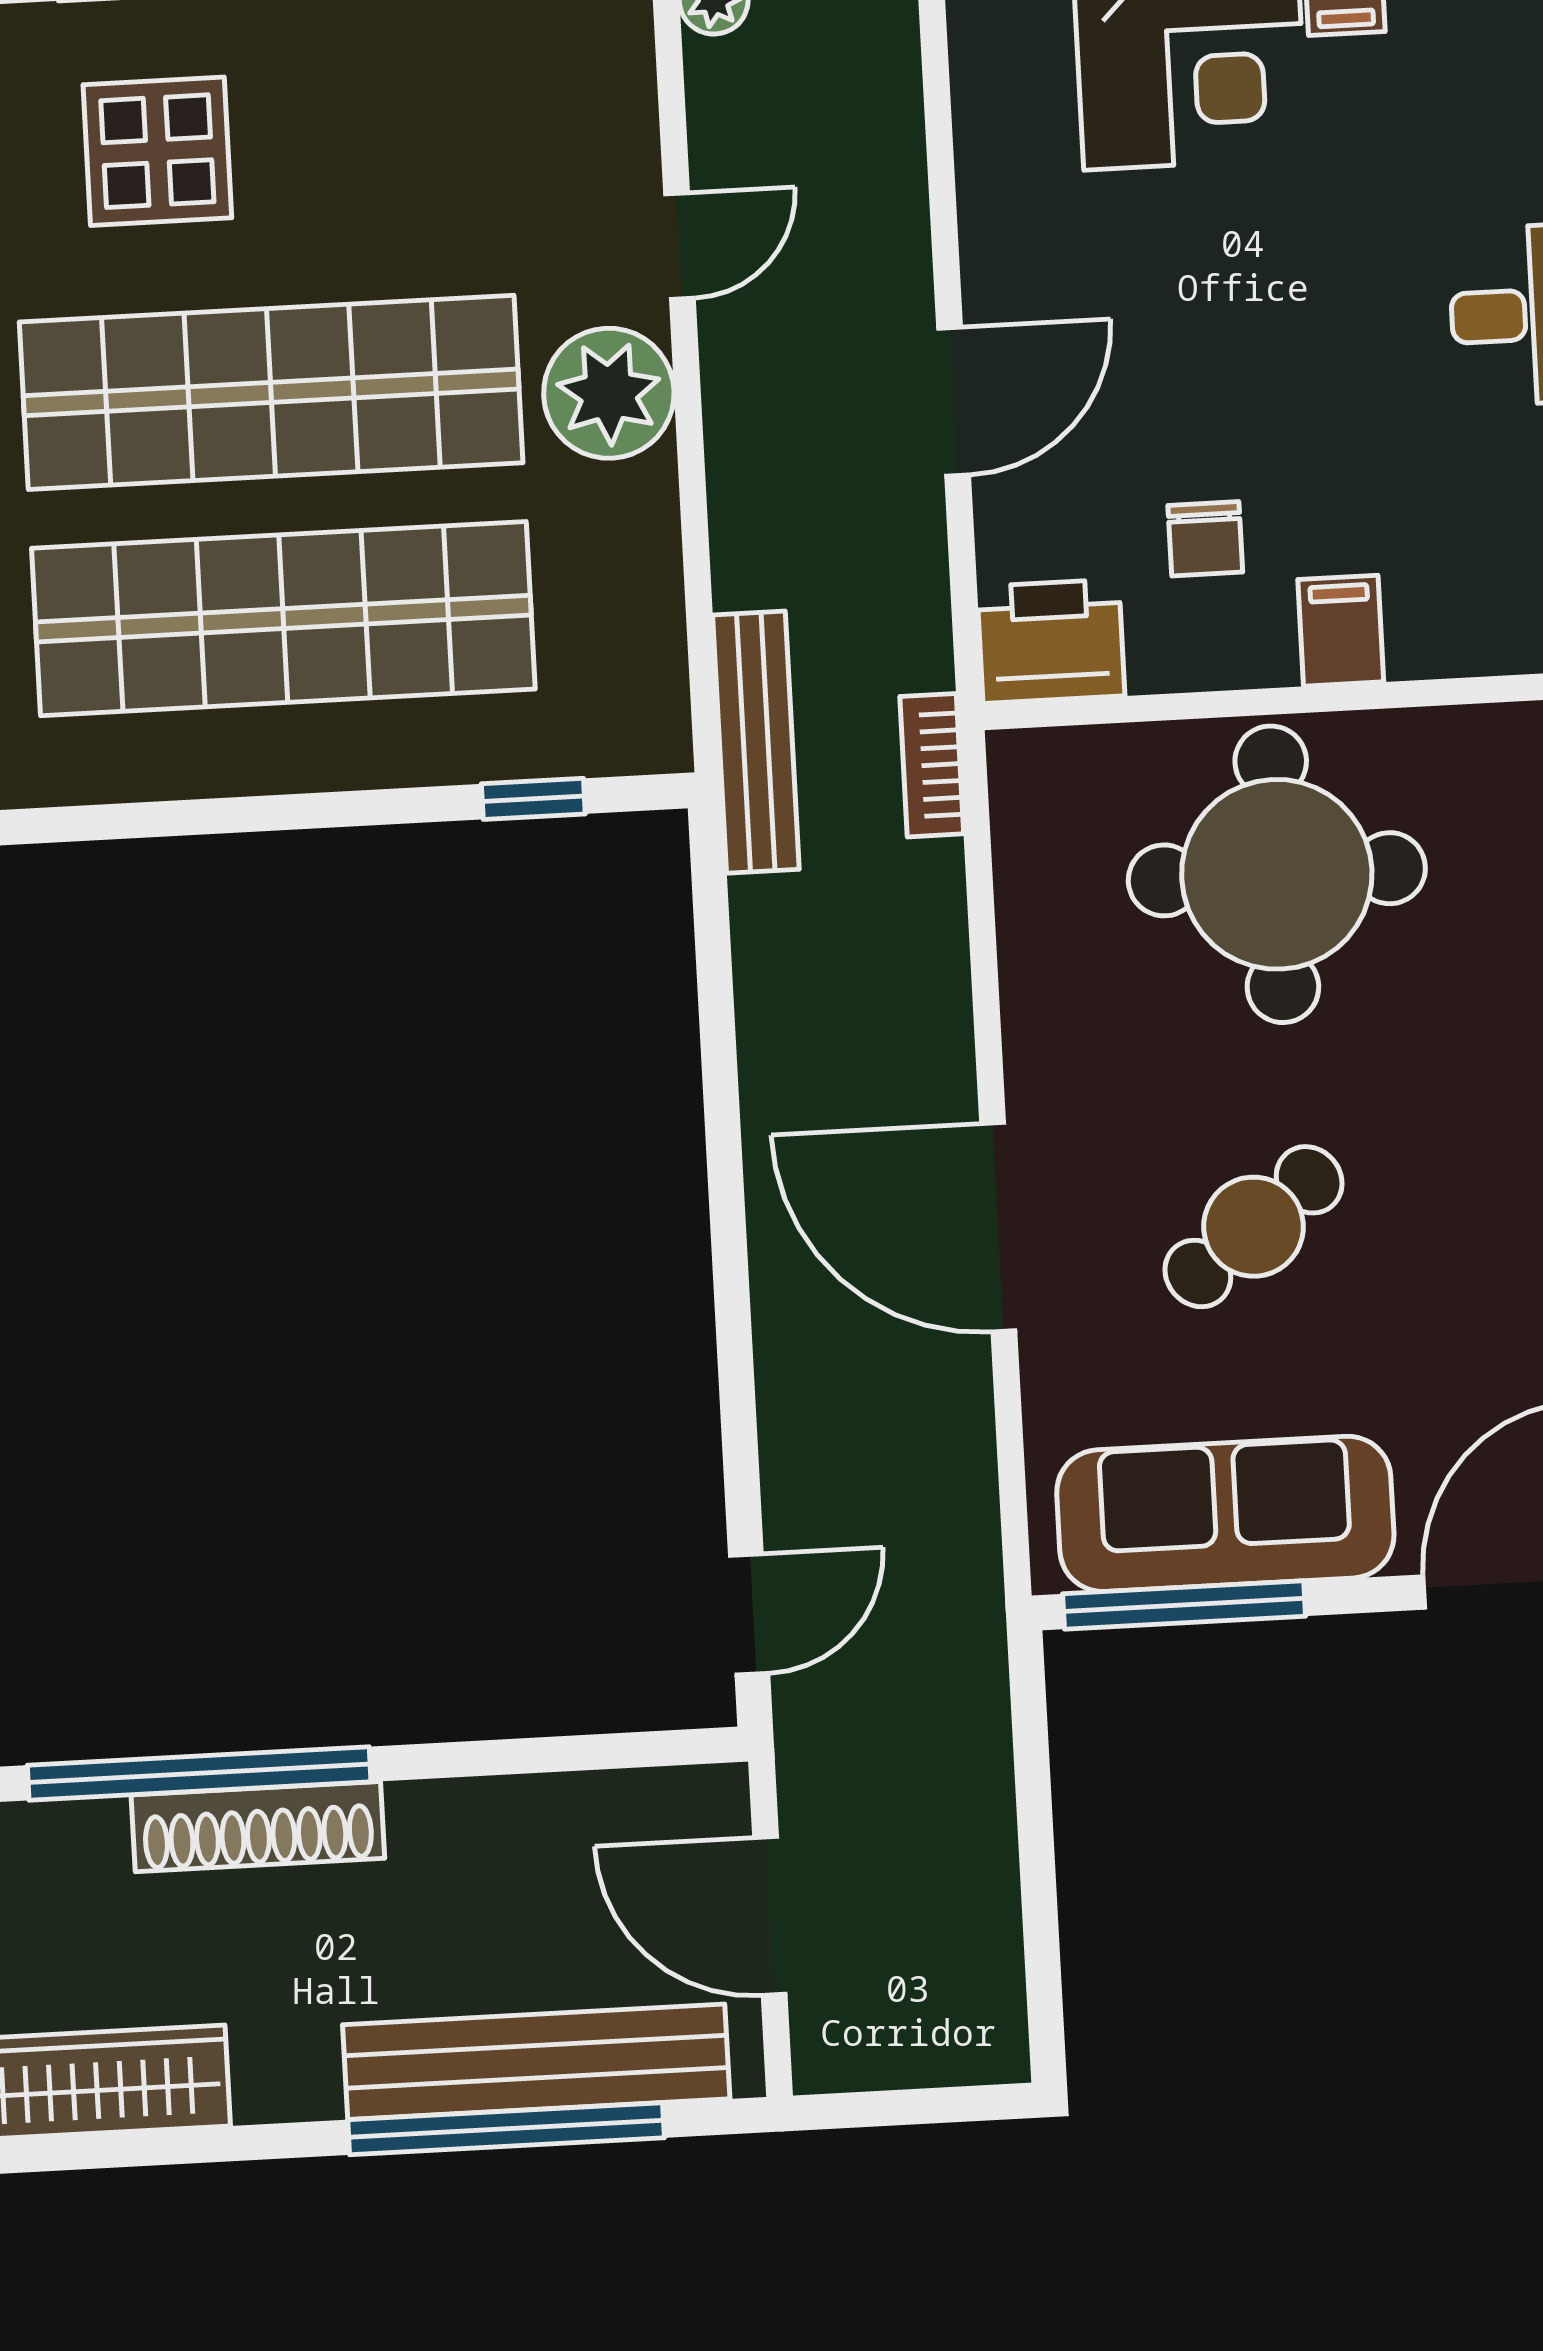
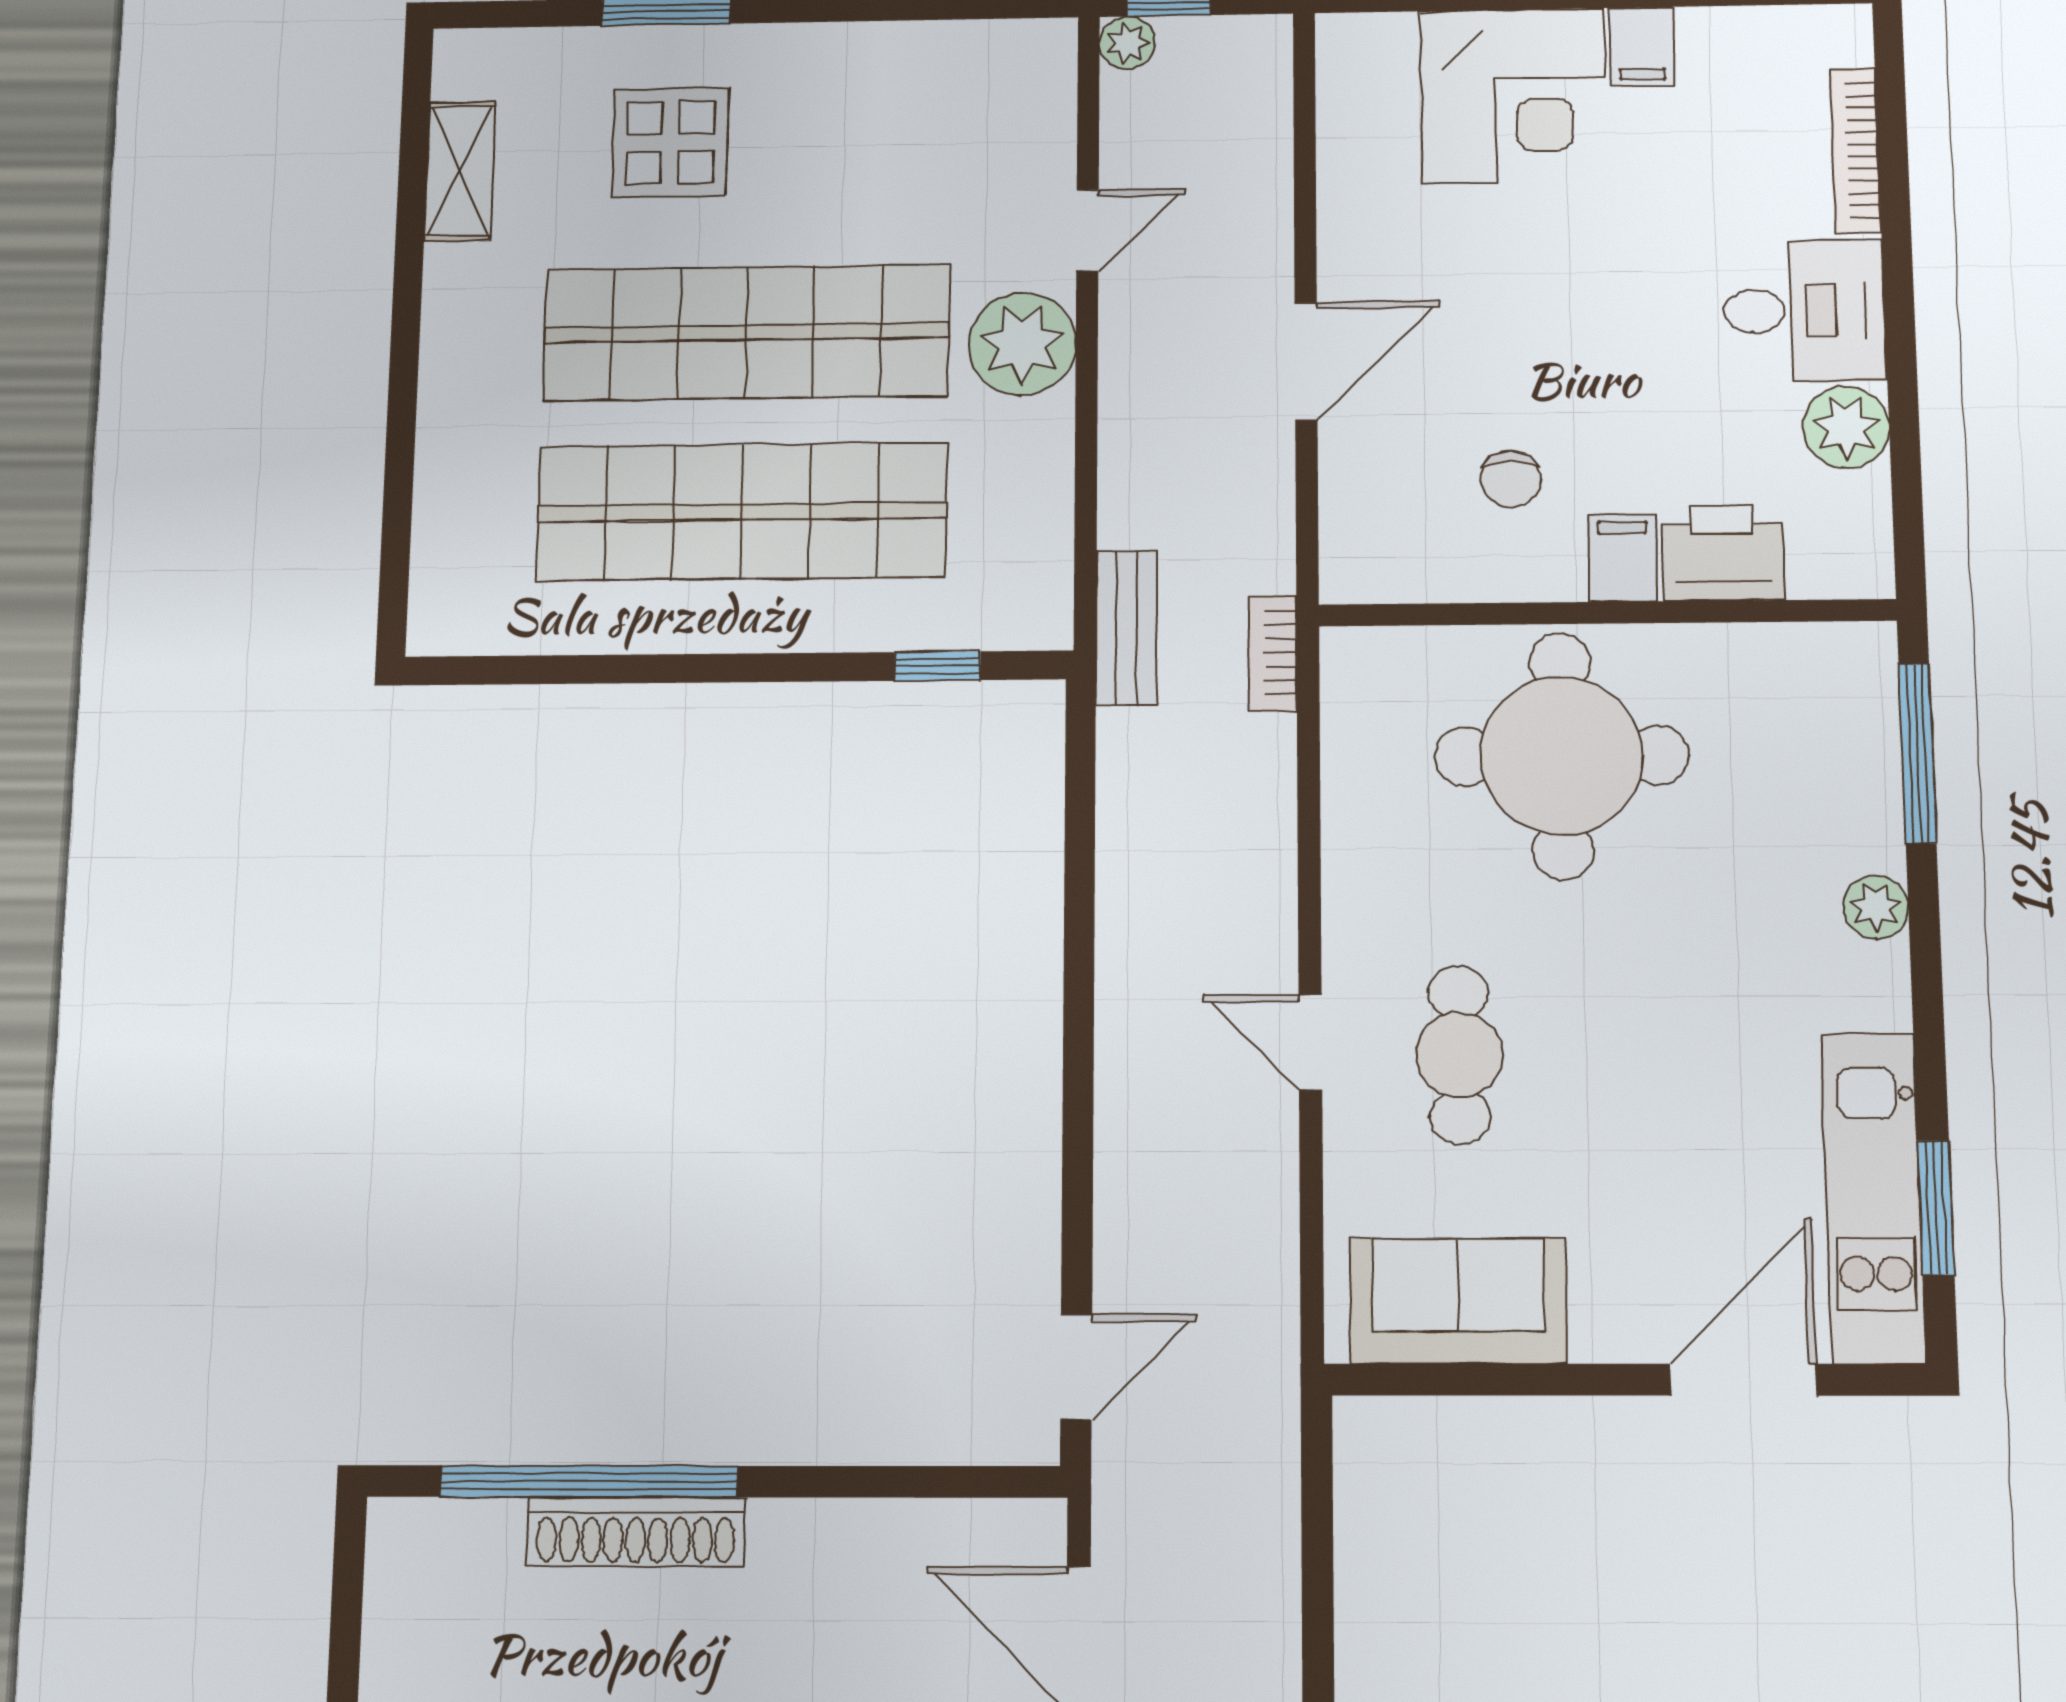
printer: (1051, 641) -> (1723, 553), moved
bench: (756, 742) -> (1126, 628), width x0.73
door: (998, 1227) -> (1310, 1042), width x0.53
cafe table: (1254, 1227) -> (1459, 1055), moved, turned -53
sofa: (1225, 1514) -> (1458, 1301), width x0.73
window: (1184, 1605) -> (1458, 1380), removed

